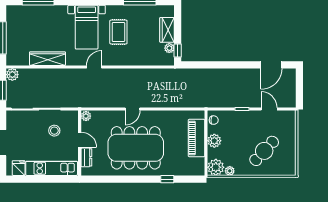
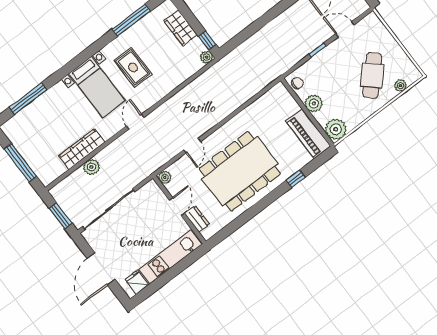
plant: (169, 48) -> (207, 57), moved
plant: (12, 75) -> (91, 167), moved
door: (133, 109) -> (192, 146), moved
stool: (54, 131) -> (144, 217), removed
piano: (196, 138) -> (308, 134), moved
door: (80, 140) -> (177, 206), hinge flipped
plant: (230, 171) -> (401, 86), moved

